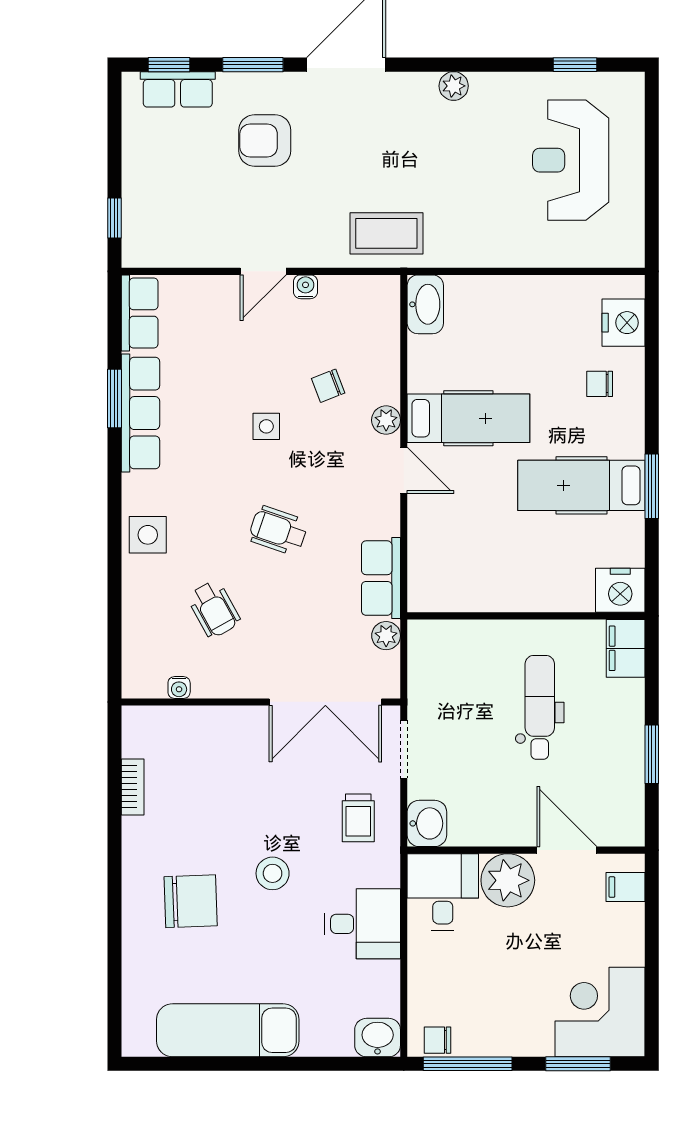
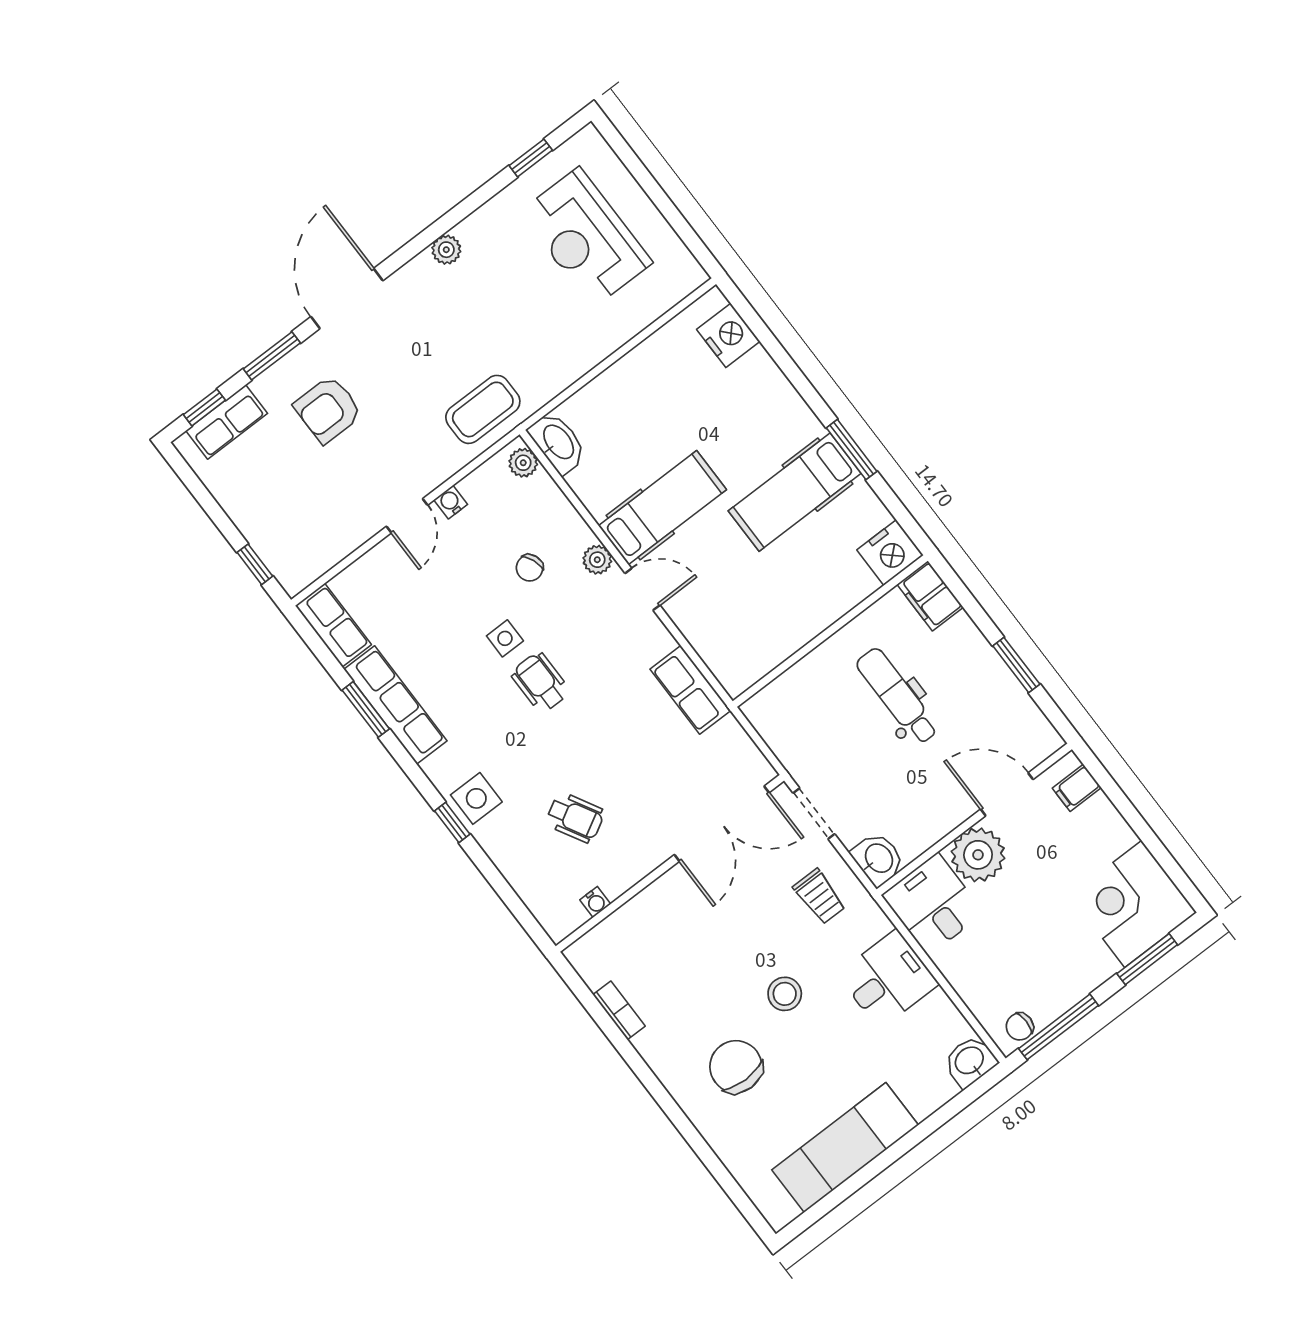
chair: (600, 384) -> (747, 399), removed
wheelchair: (278, 531) -> (540, 682), moved, turned 71
window: (114, 539) -> (452, 823), added
plant: (386, 636) -> (523, 463), moved
chair: (191, 901) -> (736, 1067), turned -88

